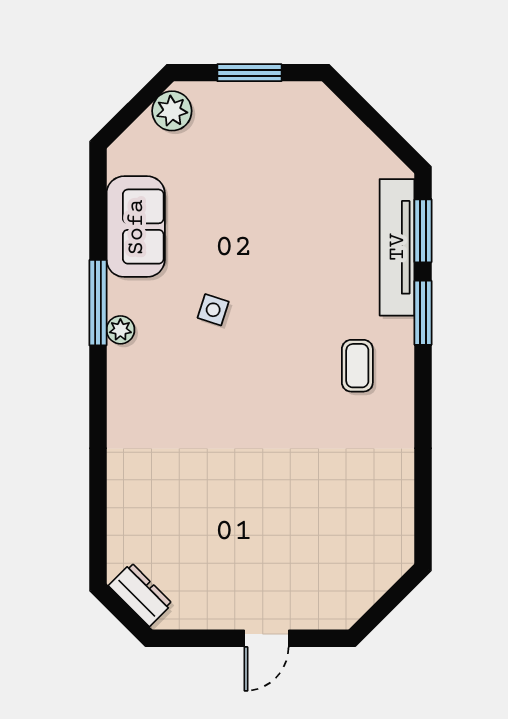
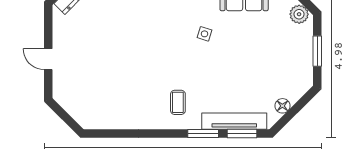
floor lamp: (365, 146) -> (282, 106), added
coffee table: (357, 366) -> (178, 102), turned 90

